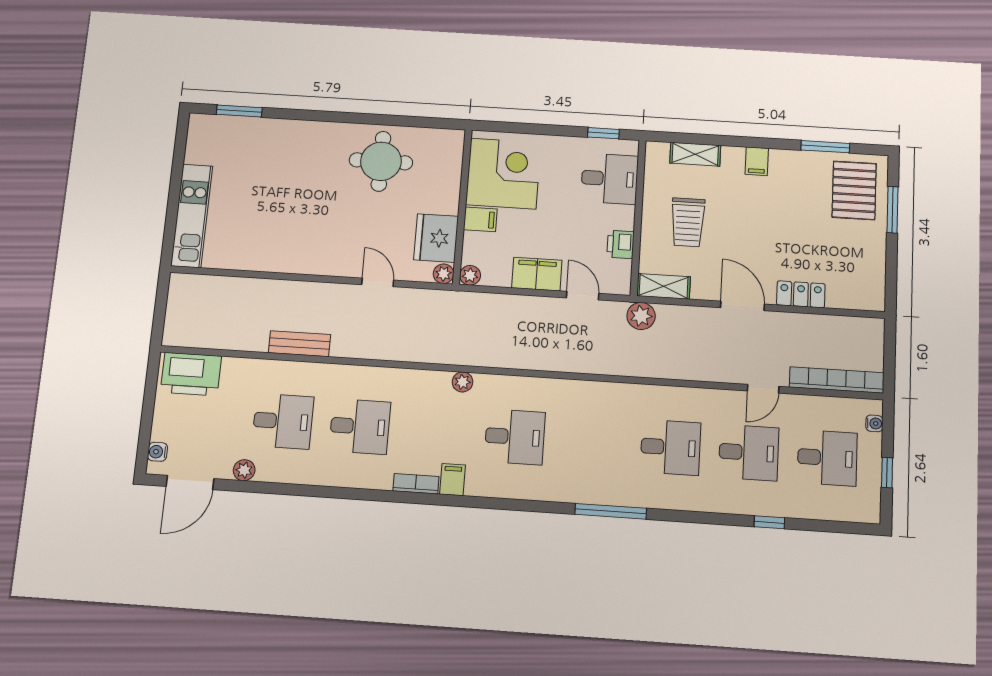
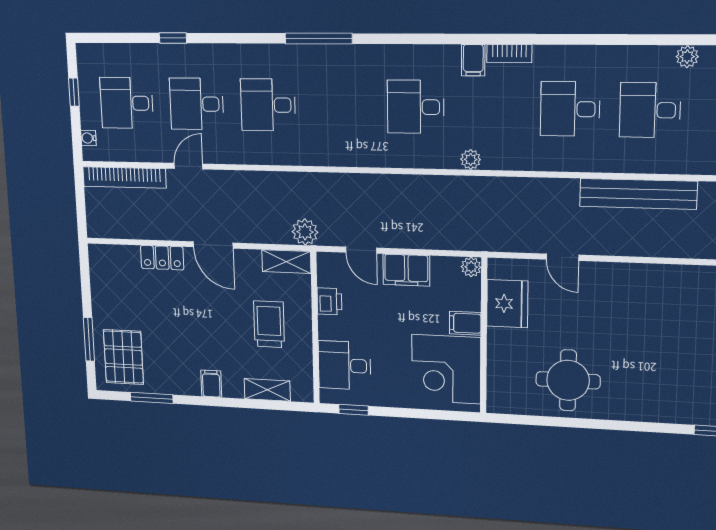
plant: (443, 274) -> (497, 268), removed
bench: (299, 344) -> (638, 194), width x1.86, depth x1.21

